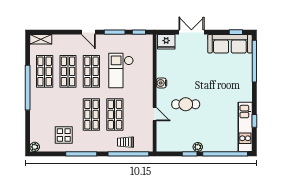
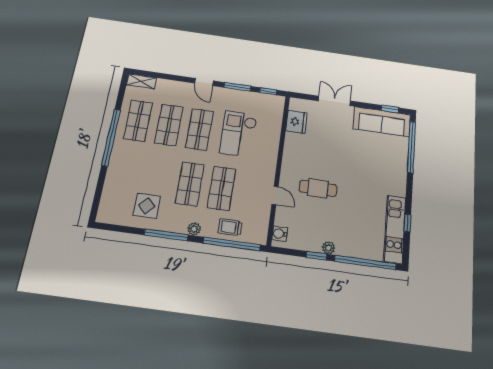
fridge: (166, 42) -> (296, 122), moved, turned -90
water cooler: (161, 83) -> (280, 234), moved
plant: (35, 147) -> (194, 229), moved

